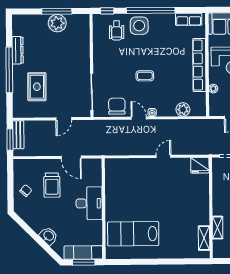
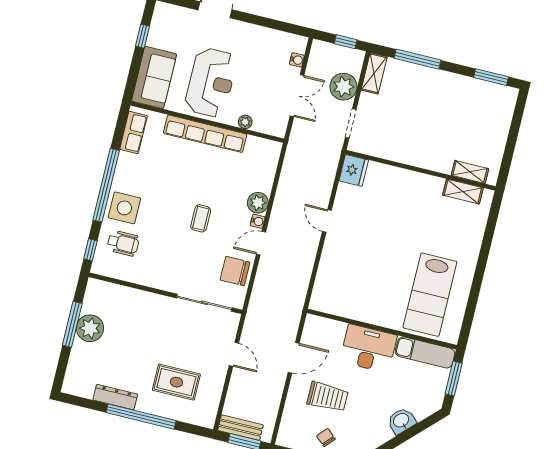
plant: (183, 109) -> (258, 203), moved
shelving: (218, 228) -> (470, 172), moved
exam couch: (83, 253) -> (425, 352), moved, turned -90

